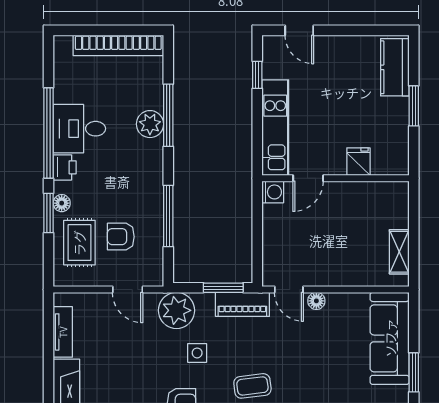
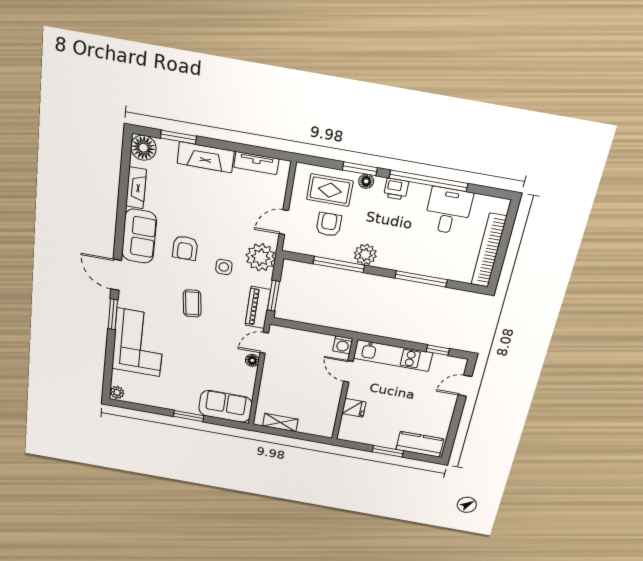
plant: (150, 124) -> (365, 255), moved
desk: (79, 129) -> (448, 211), moved
sofa: (390, 338) -> (225, 406), width x0.73

